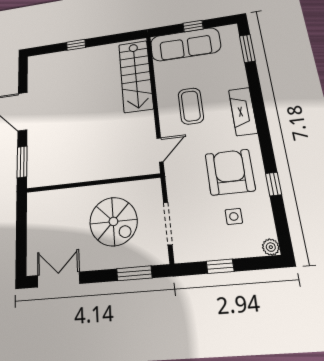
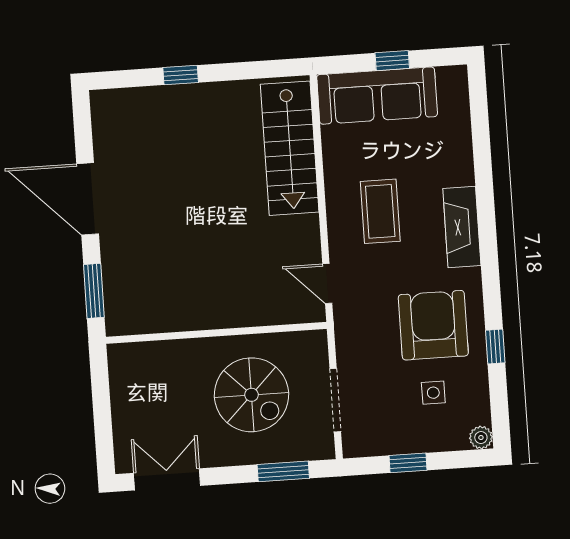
window: (247, 48) -> (479, 114), removed
door: (160, 150) -> (327, 283), swing flipped

